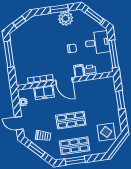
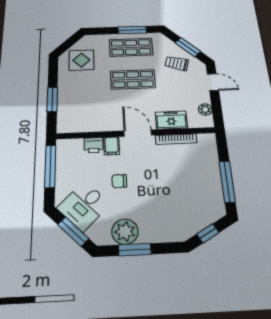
desk: (97, 43) -> (84, 206), moved, turned -45

